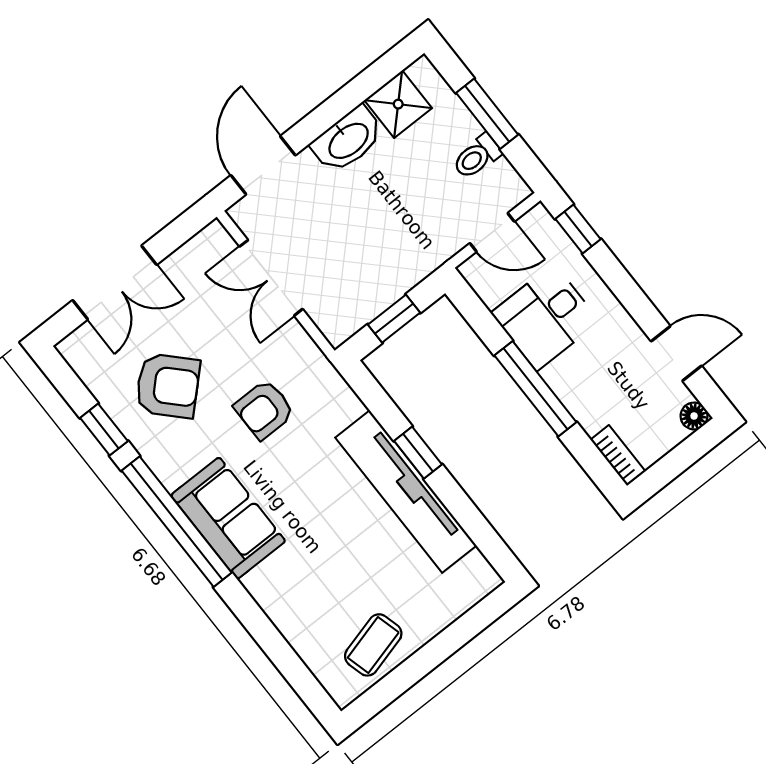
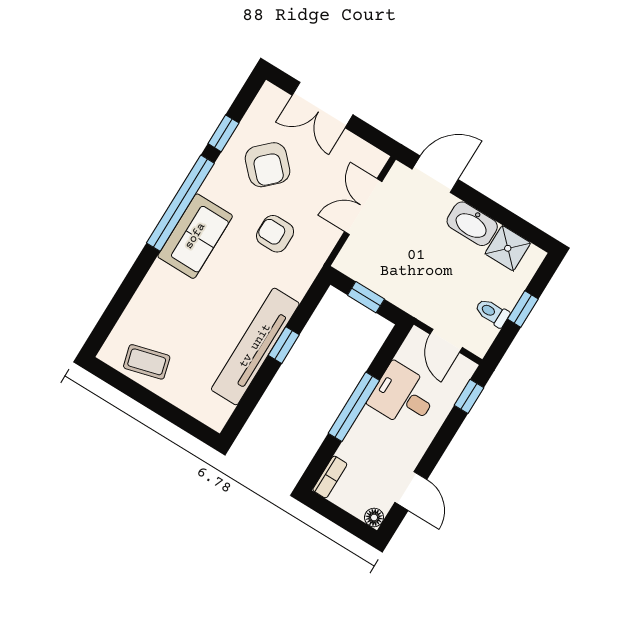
window: (487, 114) -> (523, 309), width x0.67

